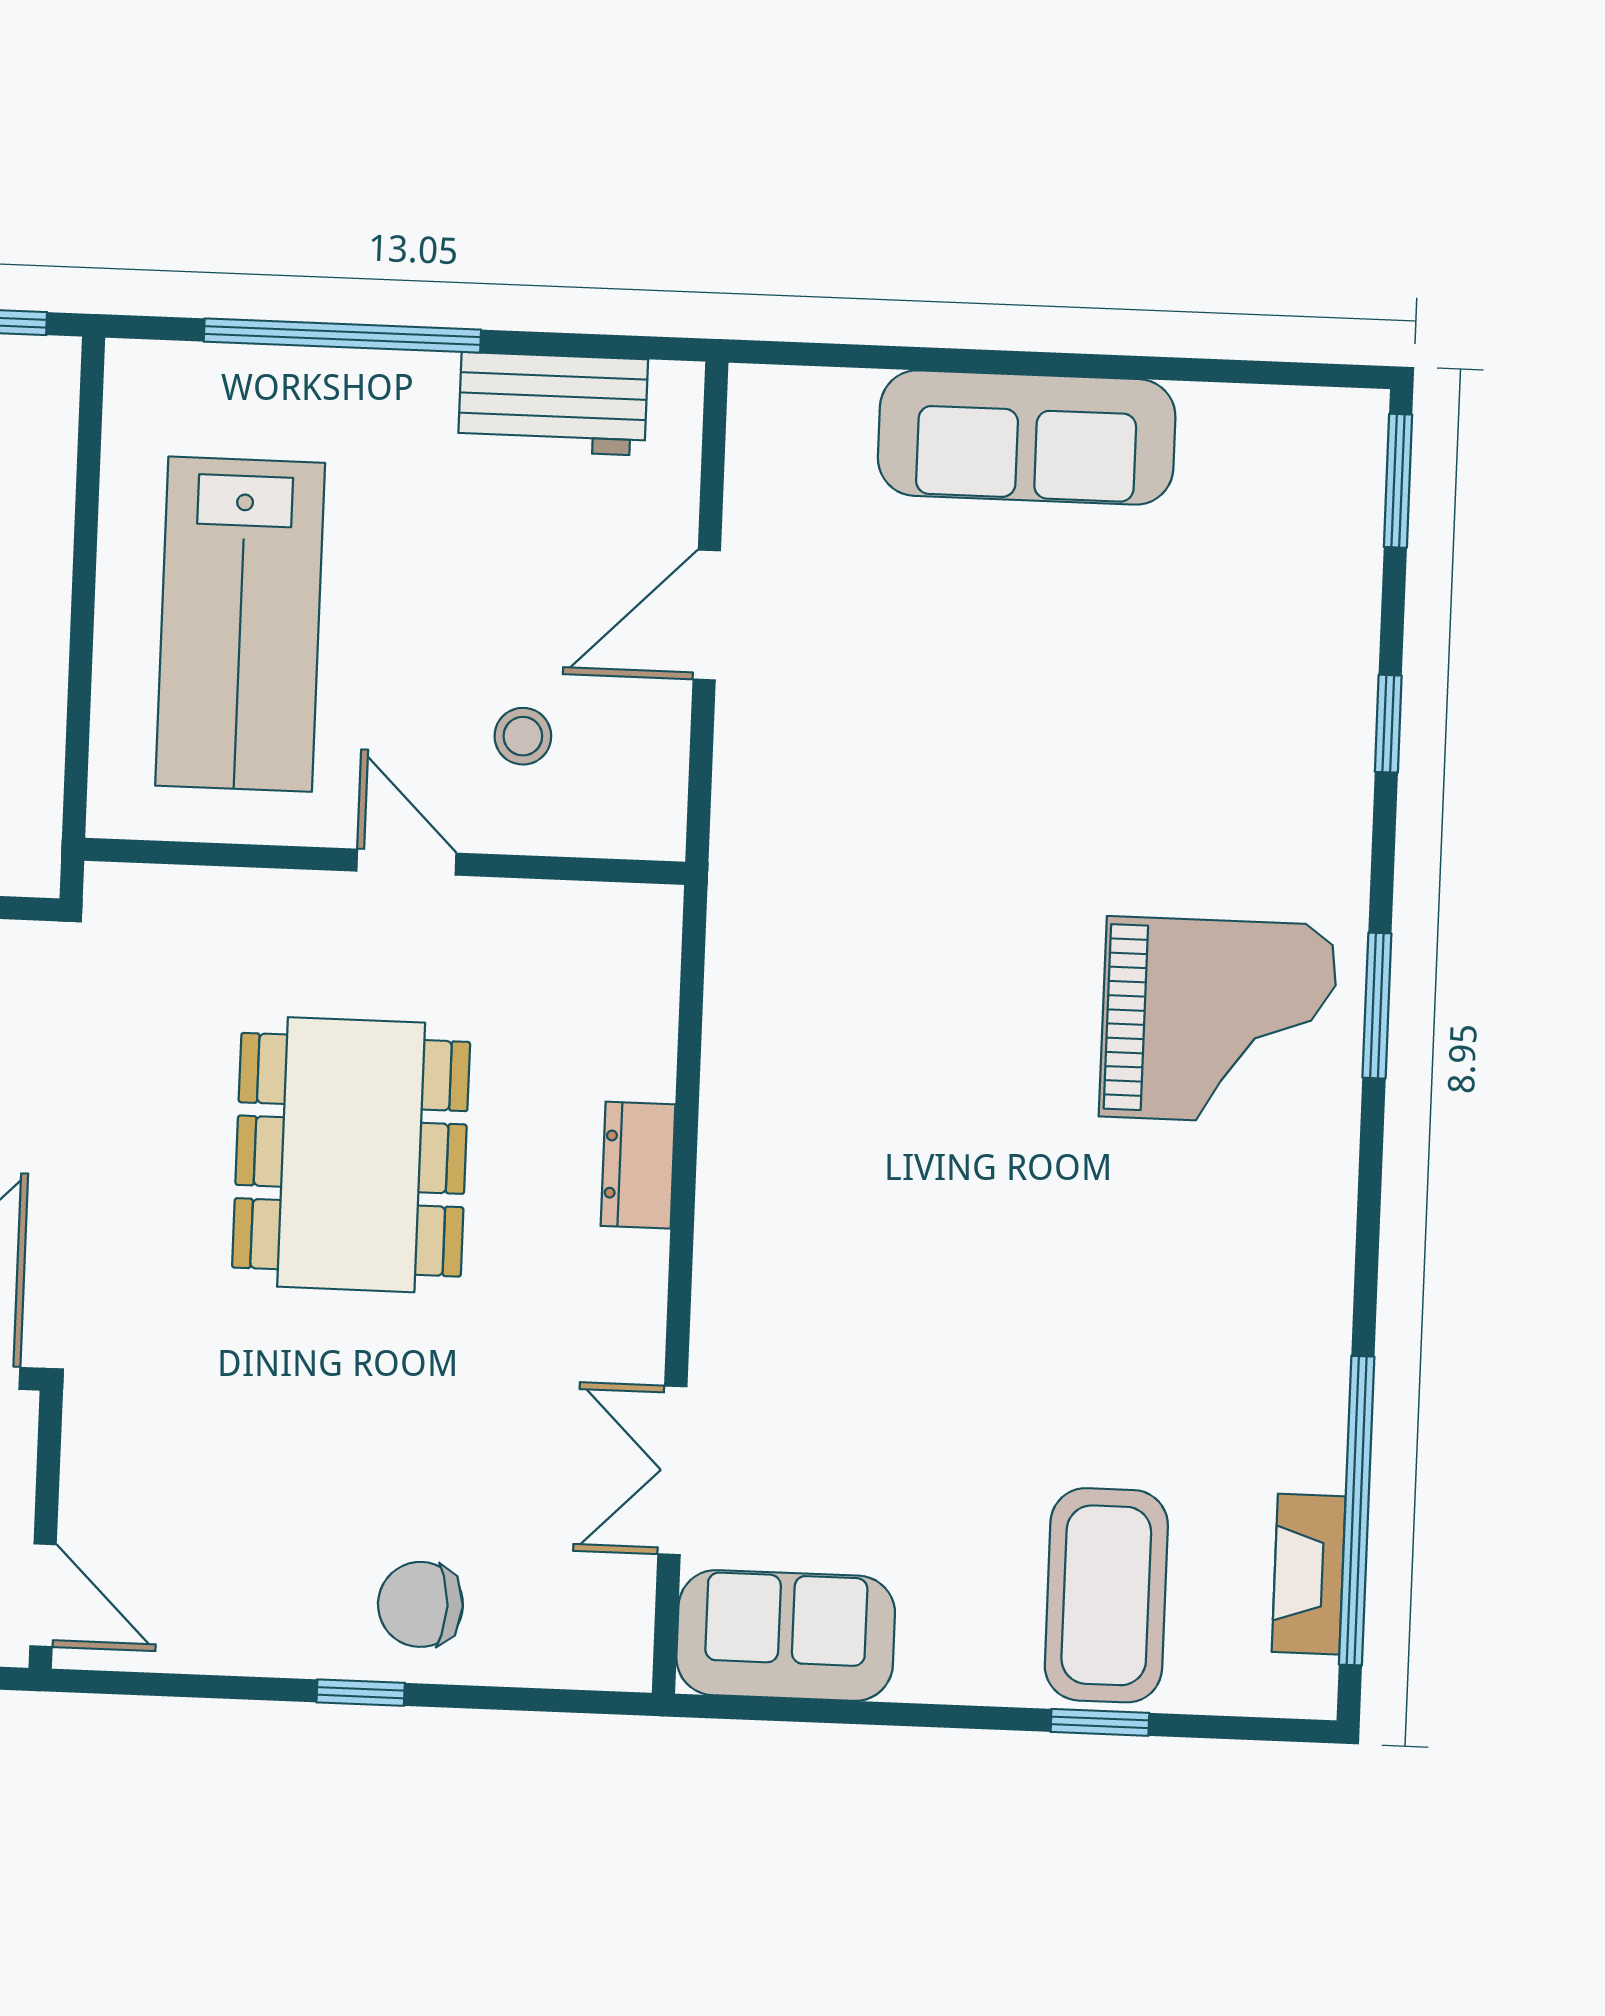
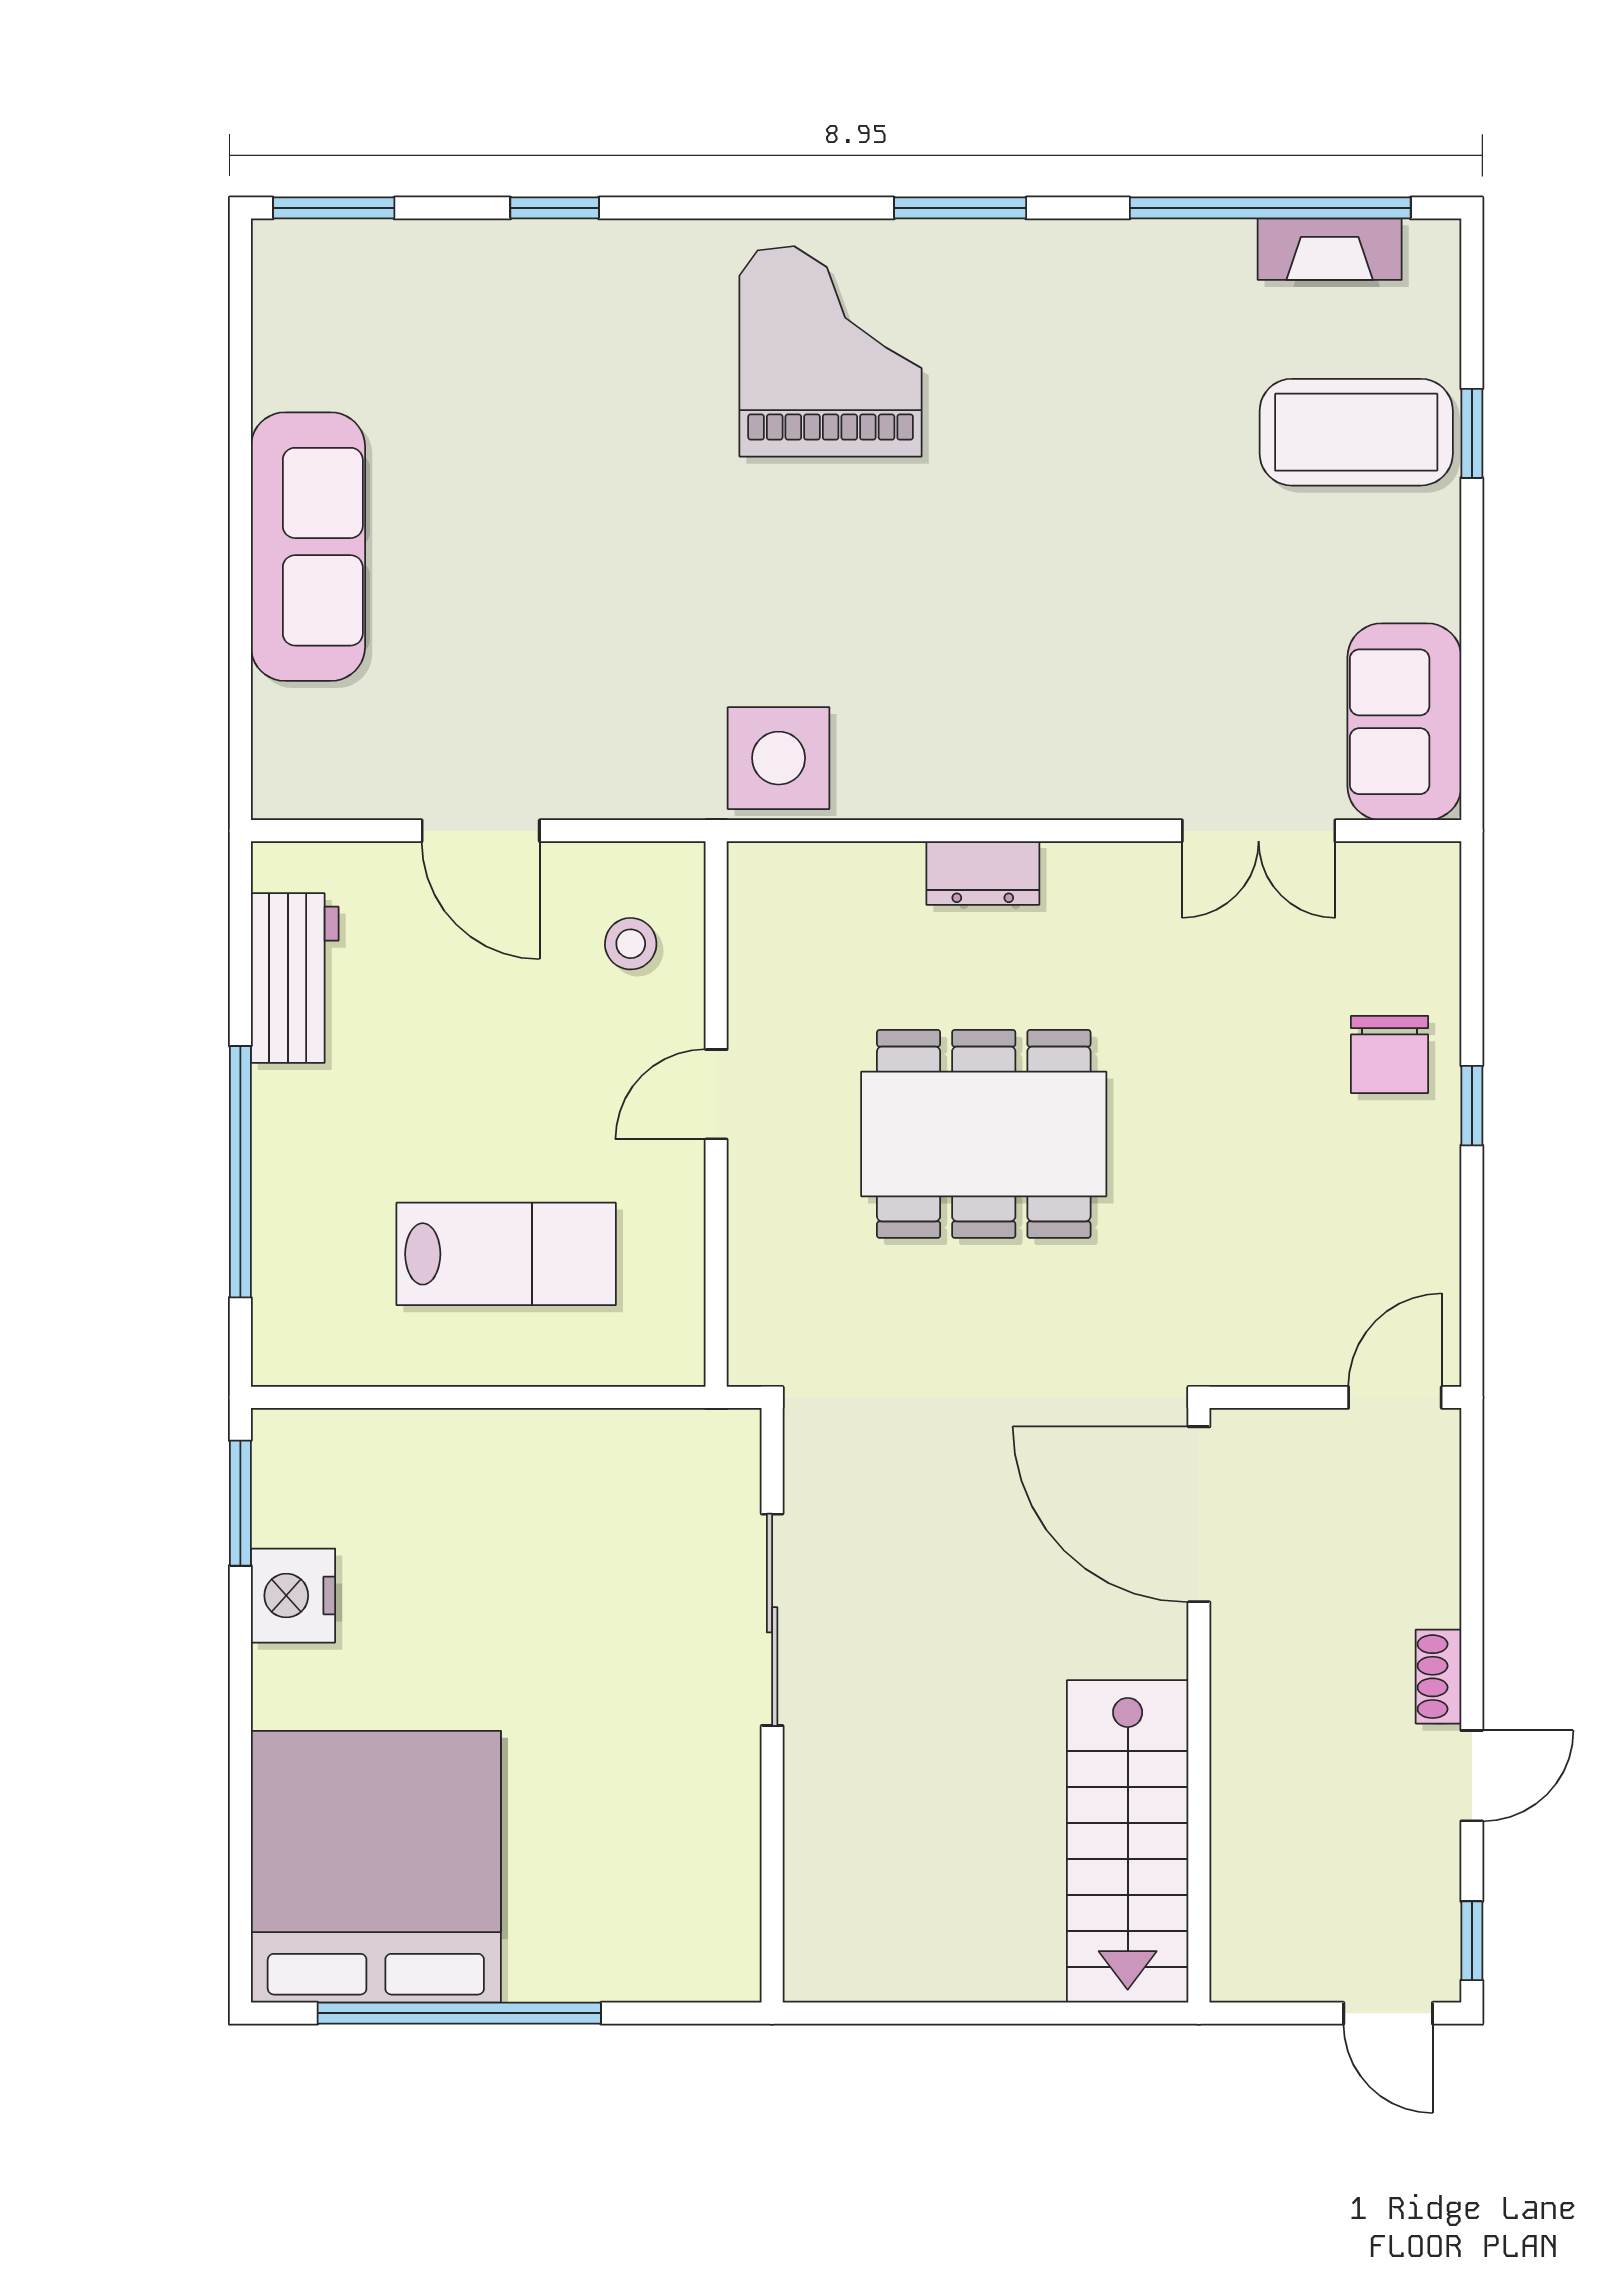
lab bench: (240, 624) -> (506, 1254), width x0.73, depth x0.72
stool: (523, 736) -> (631, 944), moved
side table: (773, 946) -> (779, 758), added
window: (1377, 1006) -> (960, 208), moved

